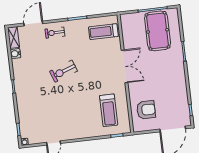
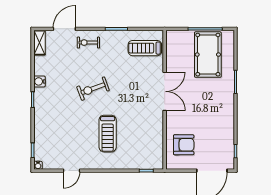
water cooler: (15, 54) -> (39, 81), moved
treadmill: (109, 110) -> (108, 134), moved

